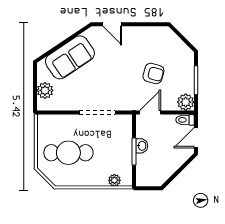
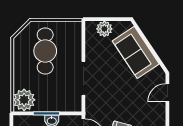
plant: (114, 180) -> (24, 100), width x1.88, depth x1.88

